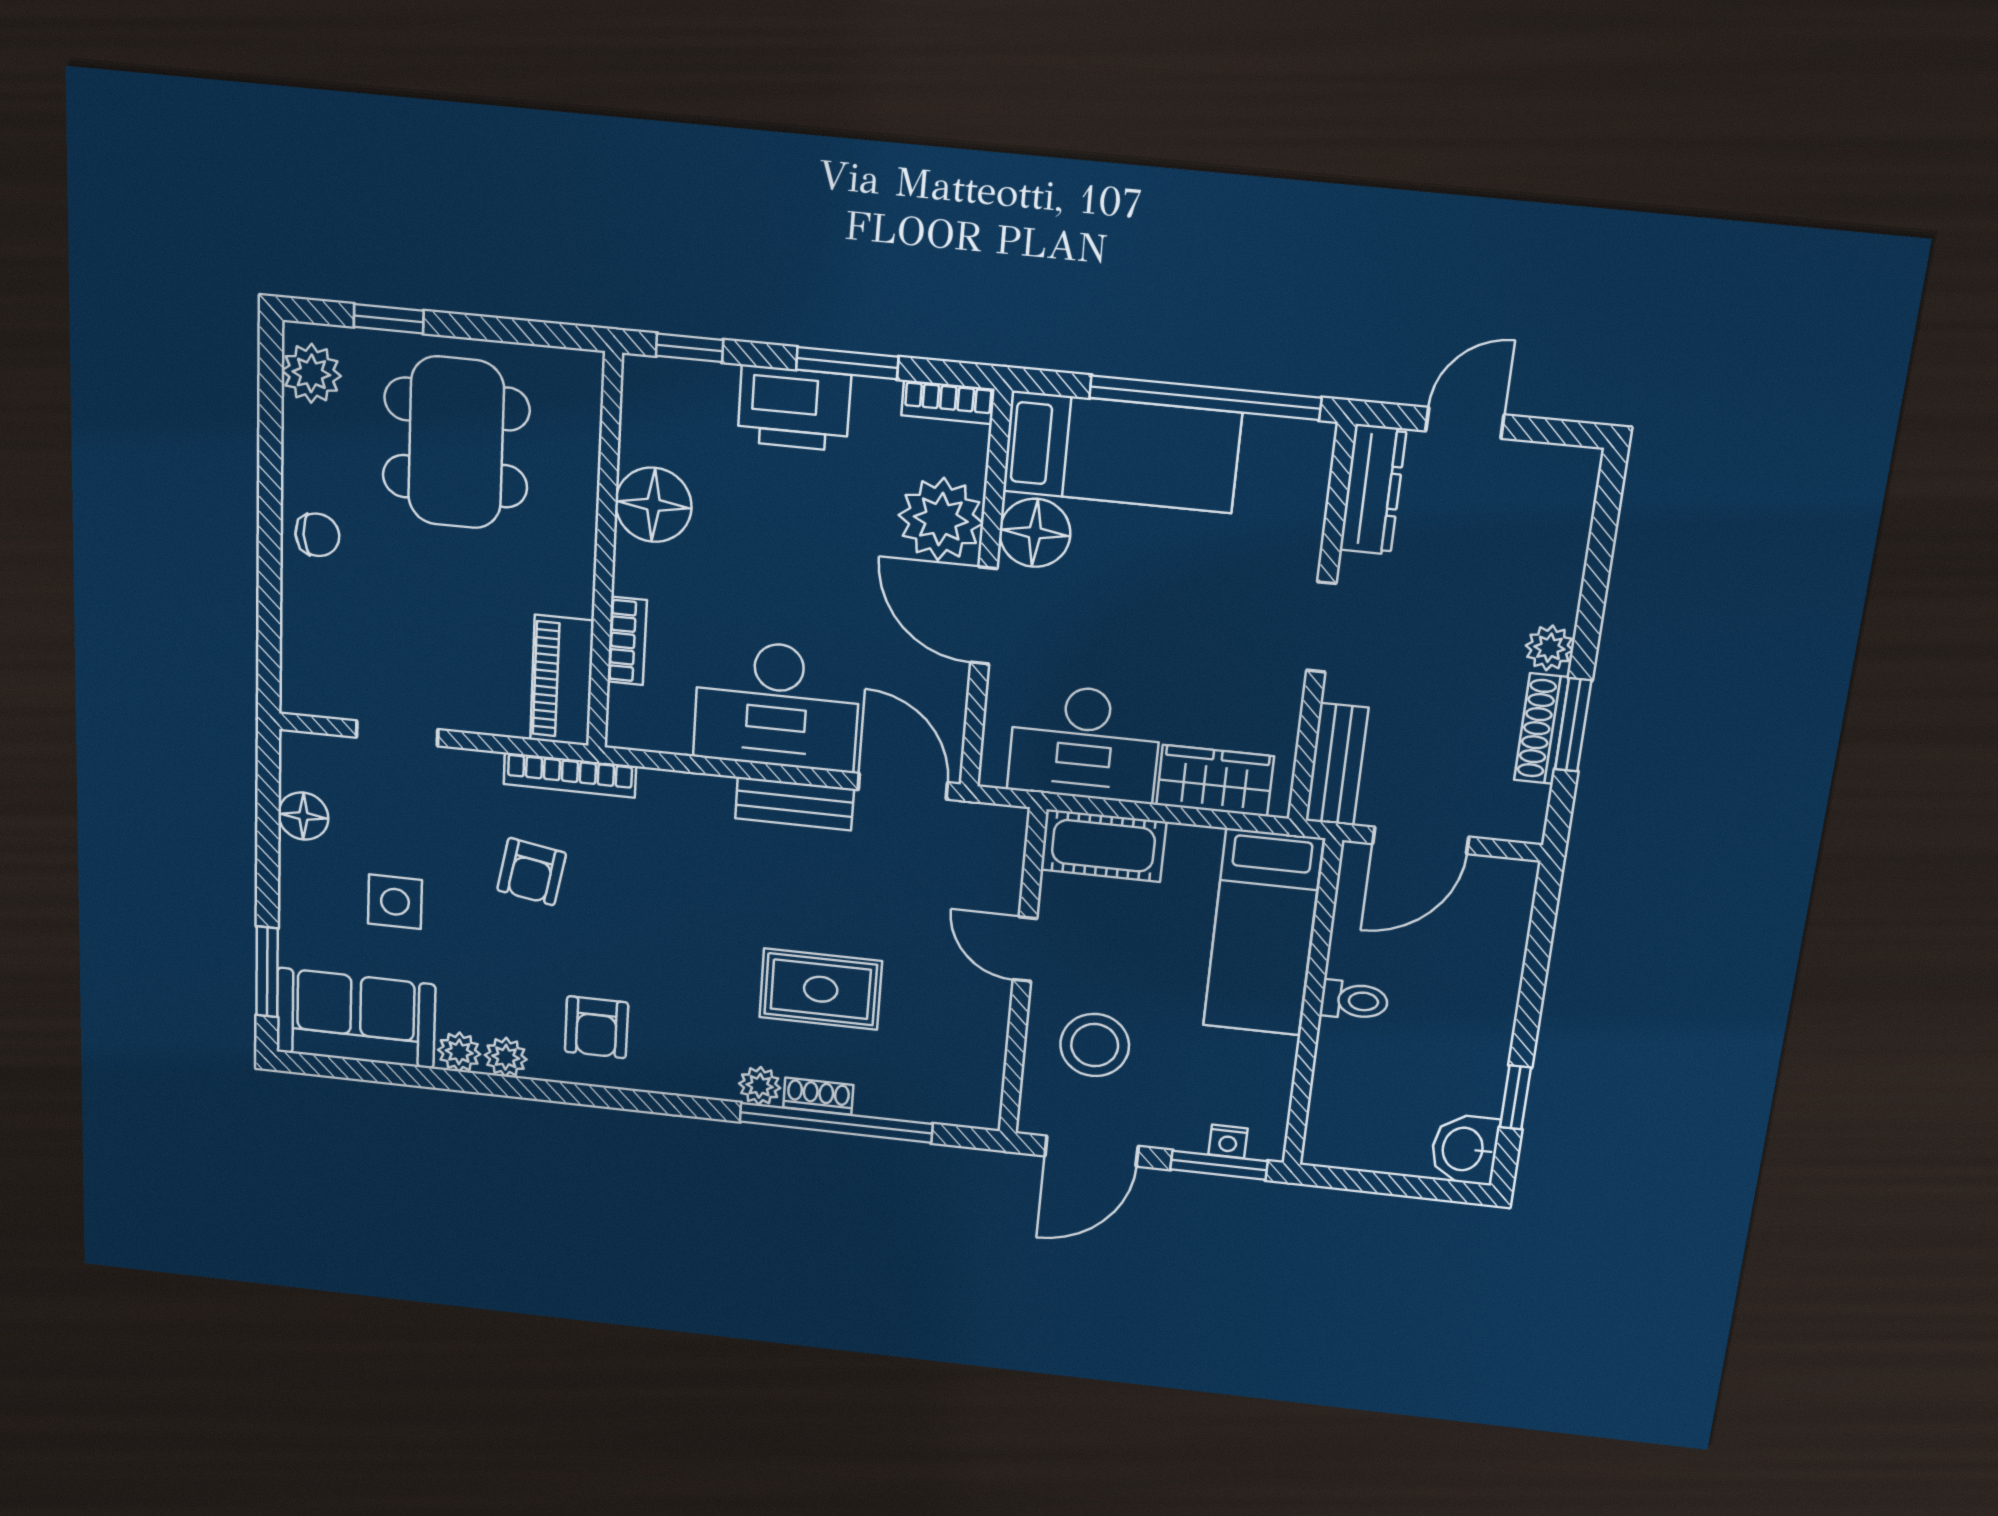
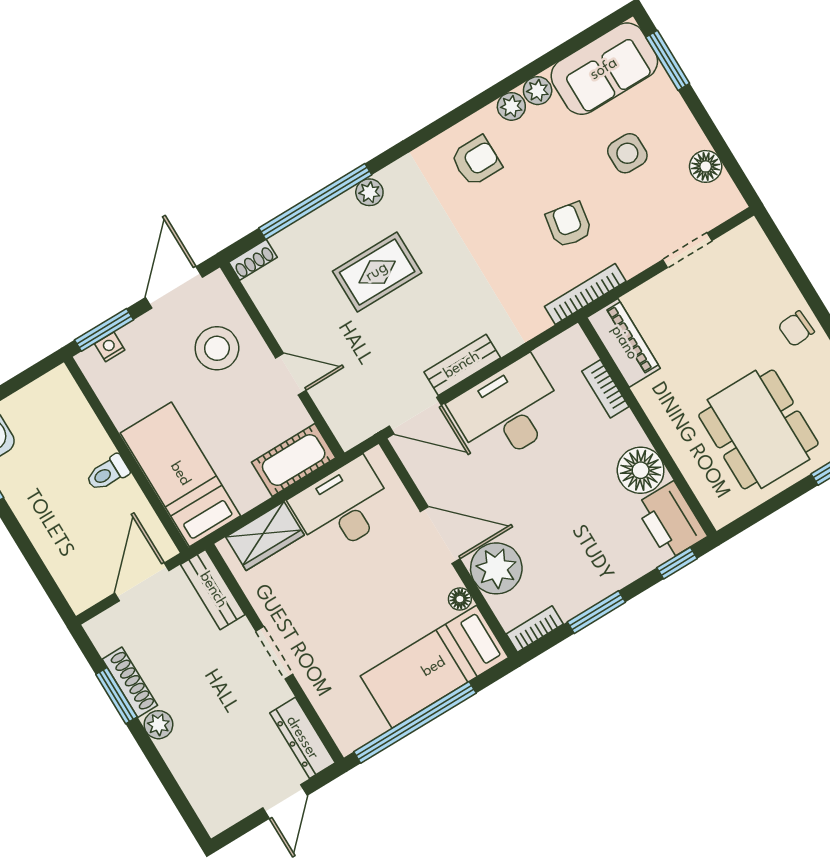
printer: (794, 408) -> (671, 521), moved, turned -90
floor lamp: (1035, 533) -> (460, 599), width x0.53, depth x0.53
armchair: (596, 1027) -> (476, 161), turned 90
shoe rack: (818, 1096) -> (253, 260), moved

